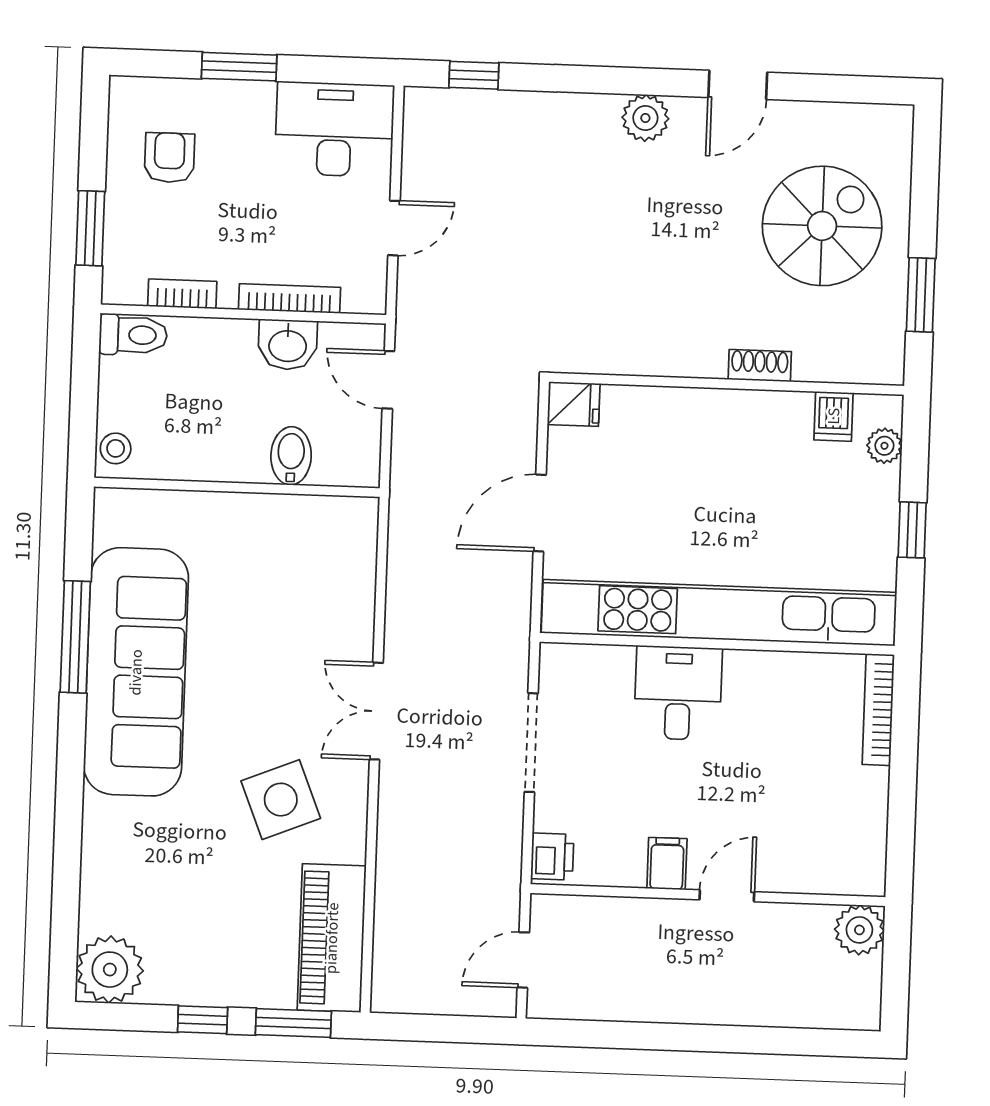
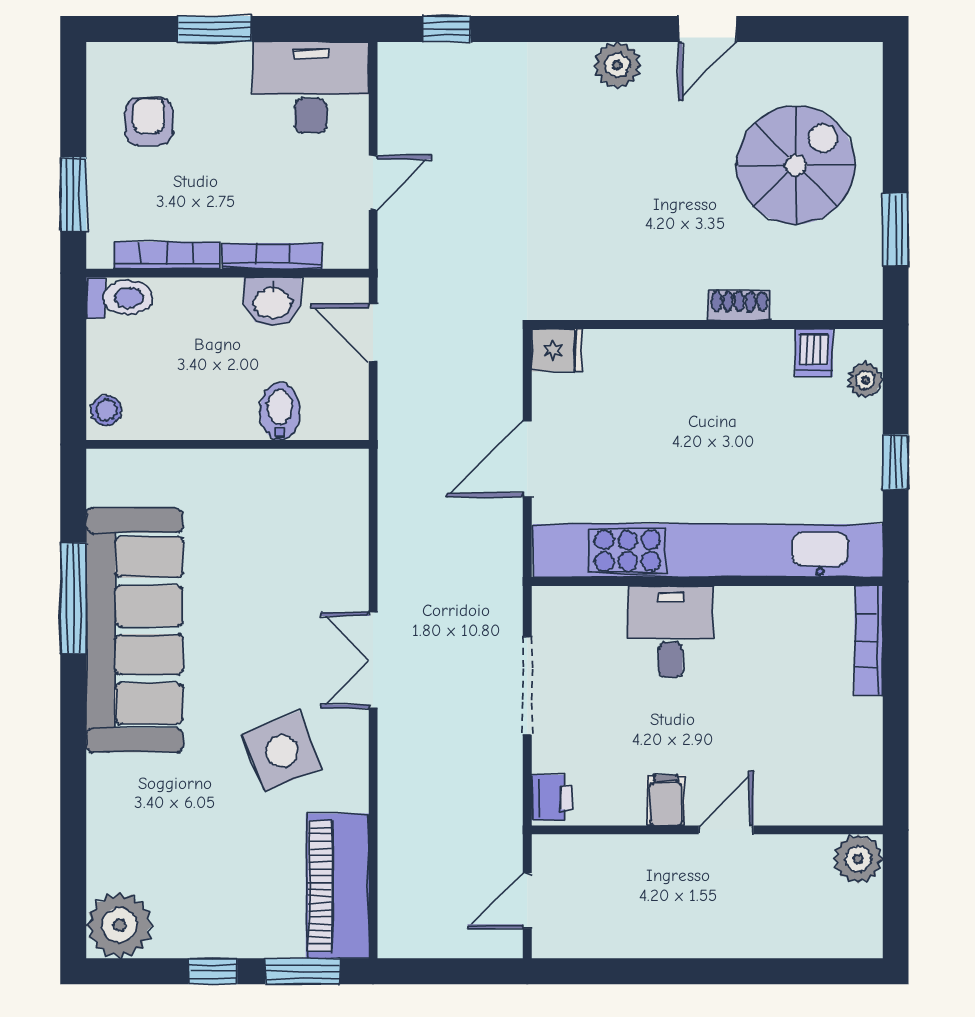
bookcase: (182, 294) -> (167, 255), width x1.56

